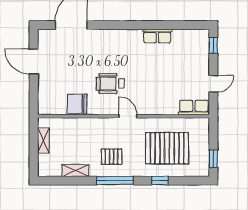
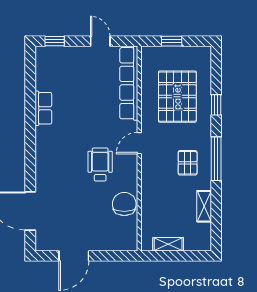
wheelchair: (110, 84) -> (100, 164), turned 180
chair: (77, 104) -> (124, 204), turned 180
row of seats: (194, 107) -> (129, 83), width x2.02
window: (213, 159) -> (172, 41), moved

